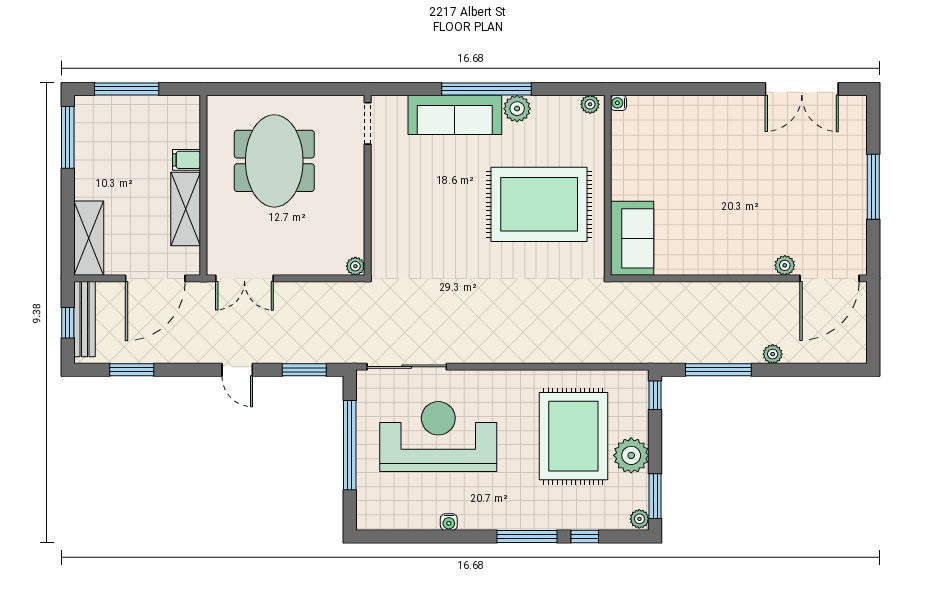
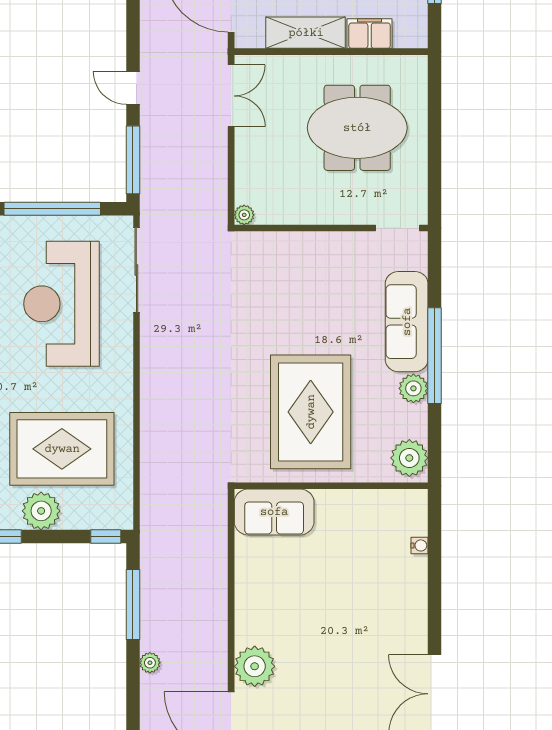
water cooler: (619, 103) -> (420, 545), moved, turned 90
plant: (590, 104) -> (409, 458), width x1.88, depth x1.88
filing cabinet: (186, 160) -> (370, 34), width x2.00
plant: (785, 265) -> (255, 666), width x1.88, depth x1.88
double door: (244, 278) -> (231, 96), swing flipped
door: (237, 370) -> (133, 88), hinge flipped
window: (304, 370) -> (133, 160), width x1.44
reception desk: (438, 437) -> (61, 304), turned 180

